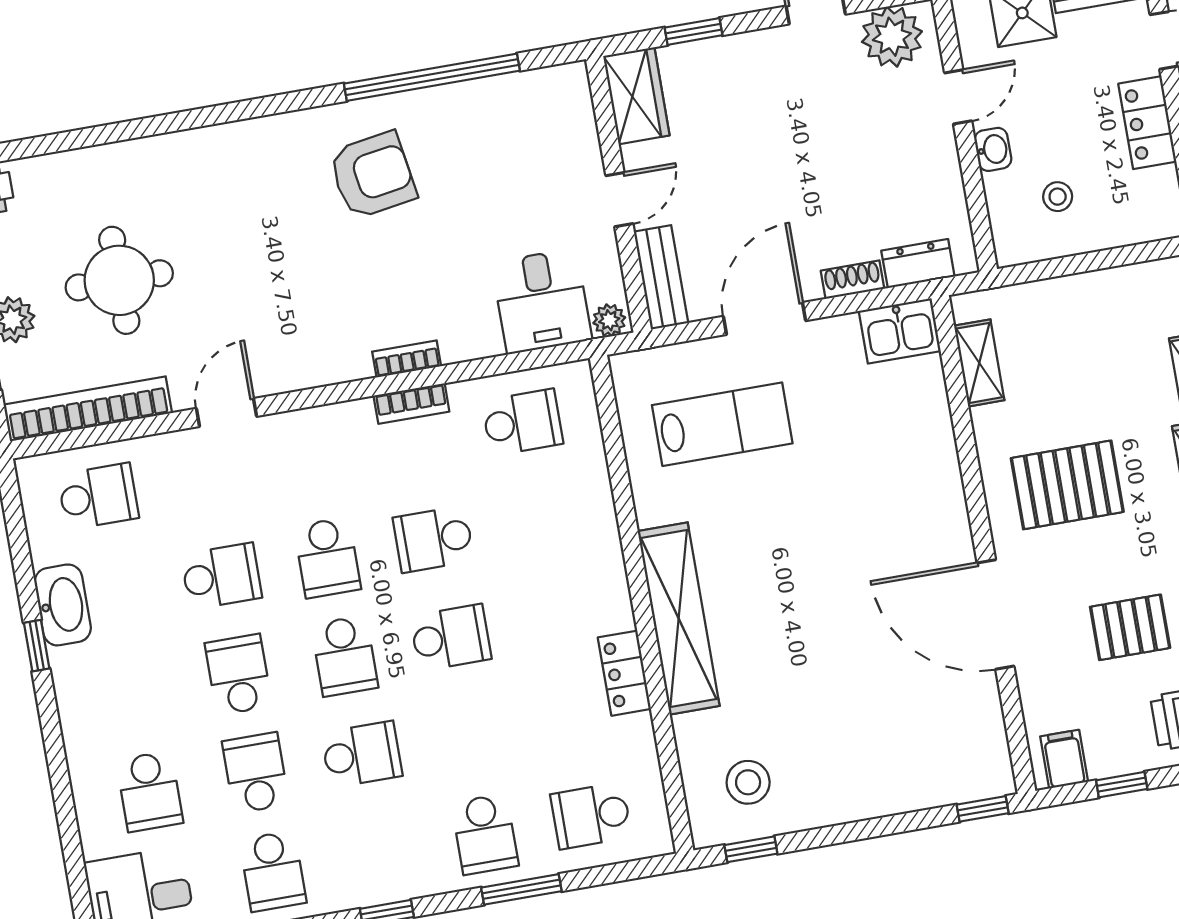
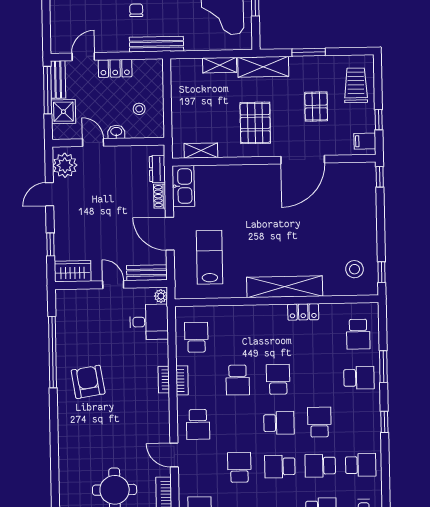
kitchen sink: (900, 331) -> (183, 186), width x1.38
school desk: (327, 558) -> (198, 424), moved, turned 90

